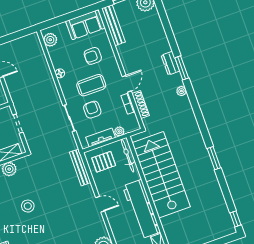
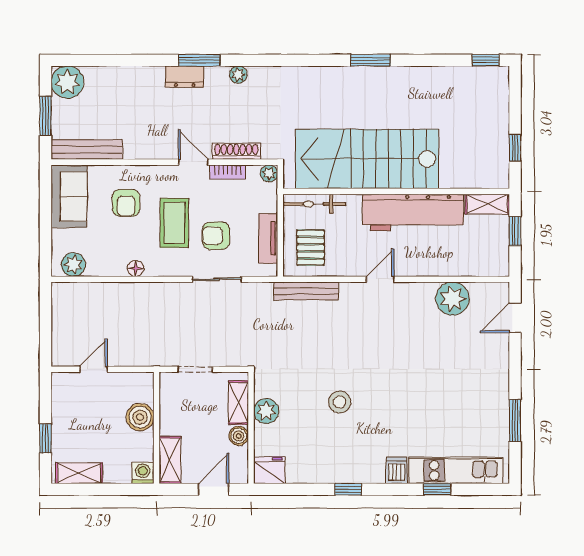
plant: (119, 131) -> (269, 173), moved

